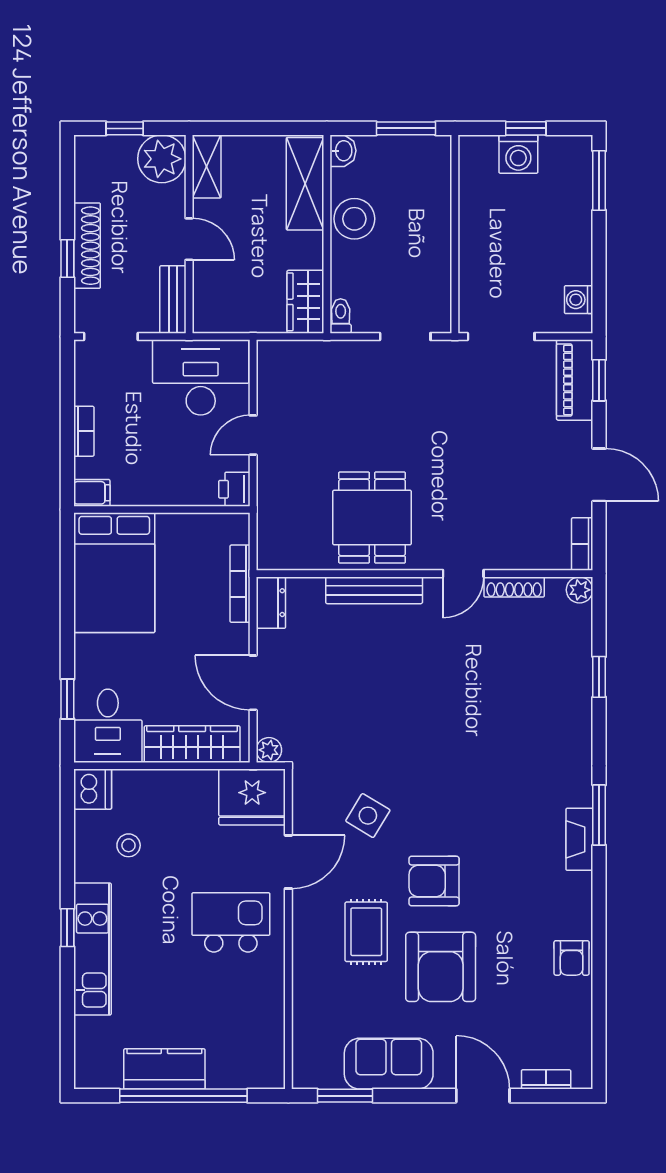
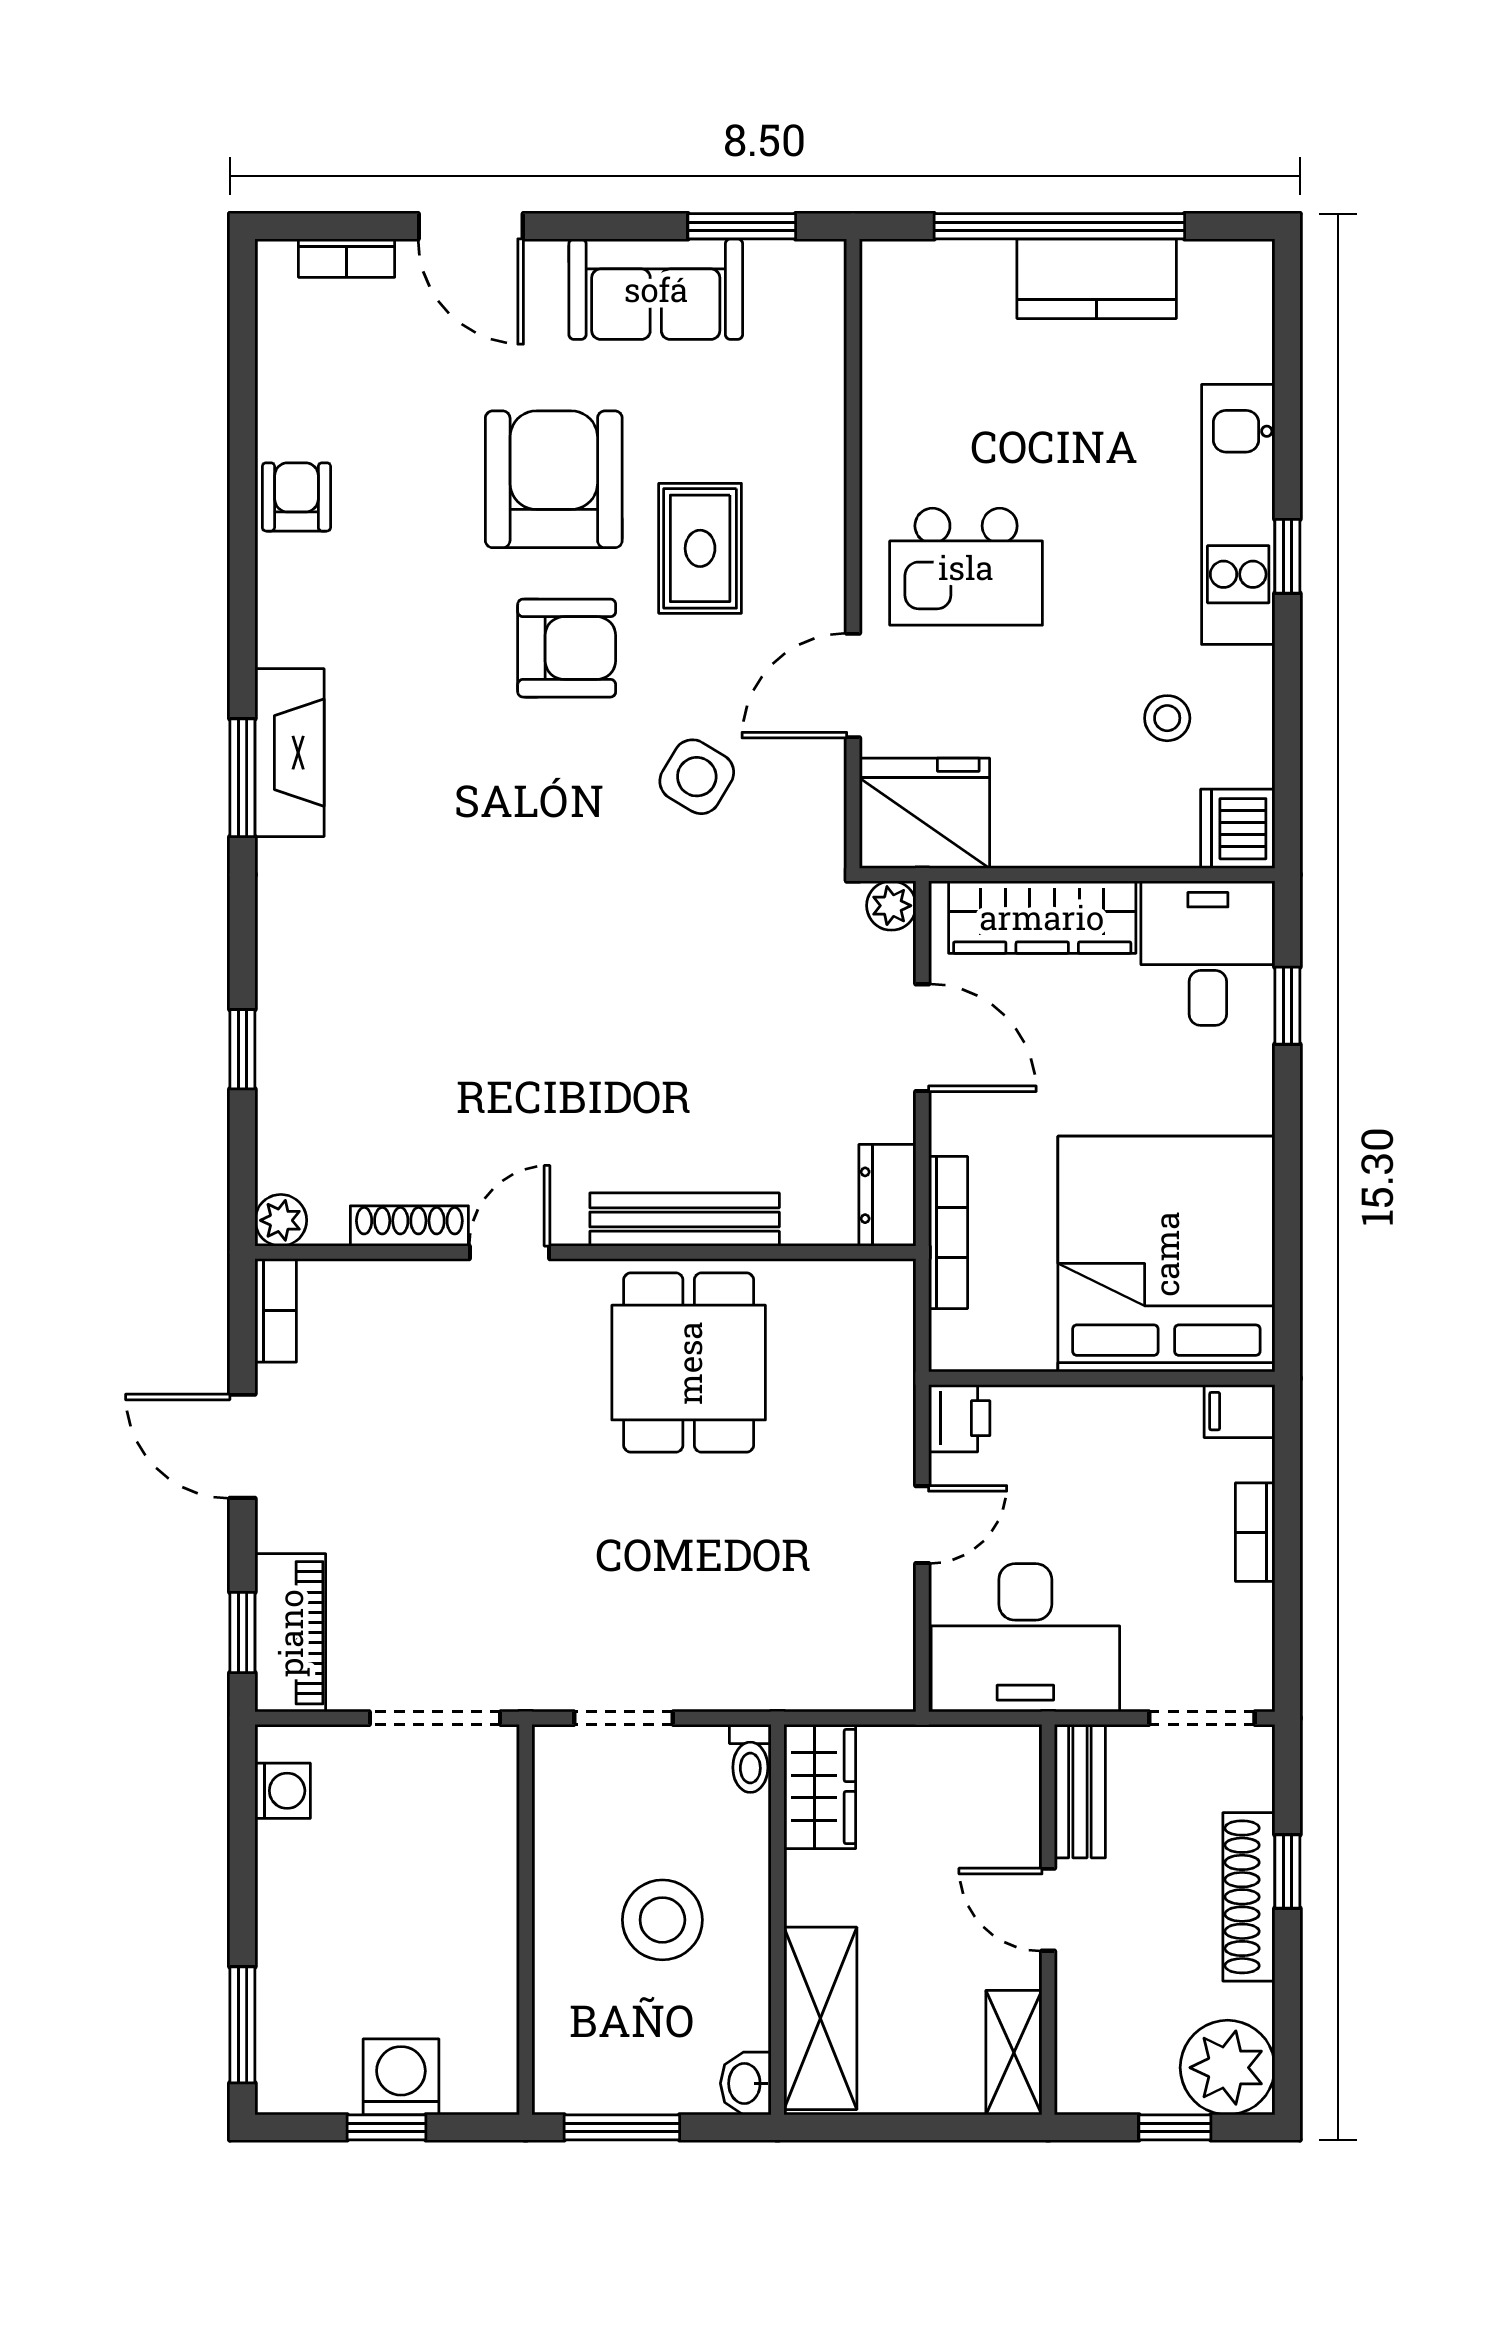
plant: (162, 159) -> (1228, 2068), moved
stool: (354, 219) -> (662, 1920), moved
bed: (114, 573) -> (1166, 1254), width x1.36
fireplace: (579, 839) -> (290, 753), width x1.37, depth x1.32

